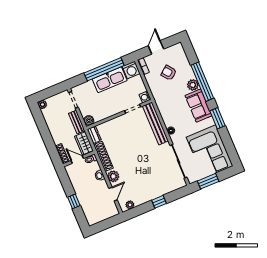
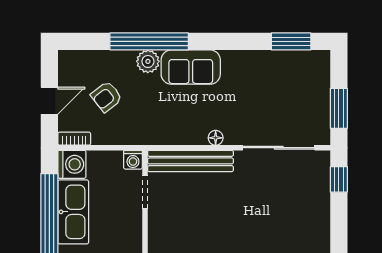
door: (156, 47) -> (49, 101), swing flipped
window: (218, 118) -> (291, 41), moved
corner sofa: (210, 152) -> (285, 82), removed
window: (159, 202) -> (339, 179), moved

